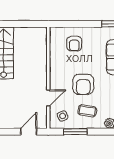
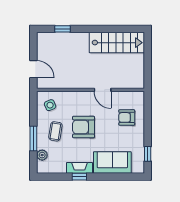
door: (48, 98) -> (103, 90), moved
window: (75, 132) -> (33, 139), moved

